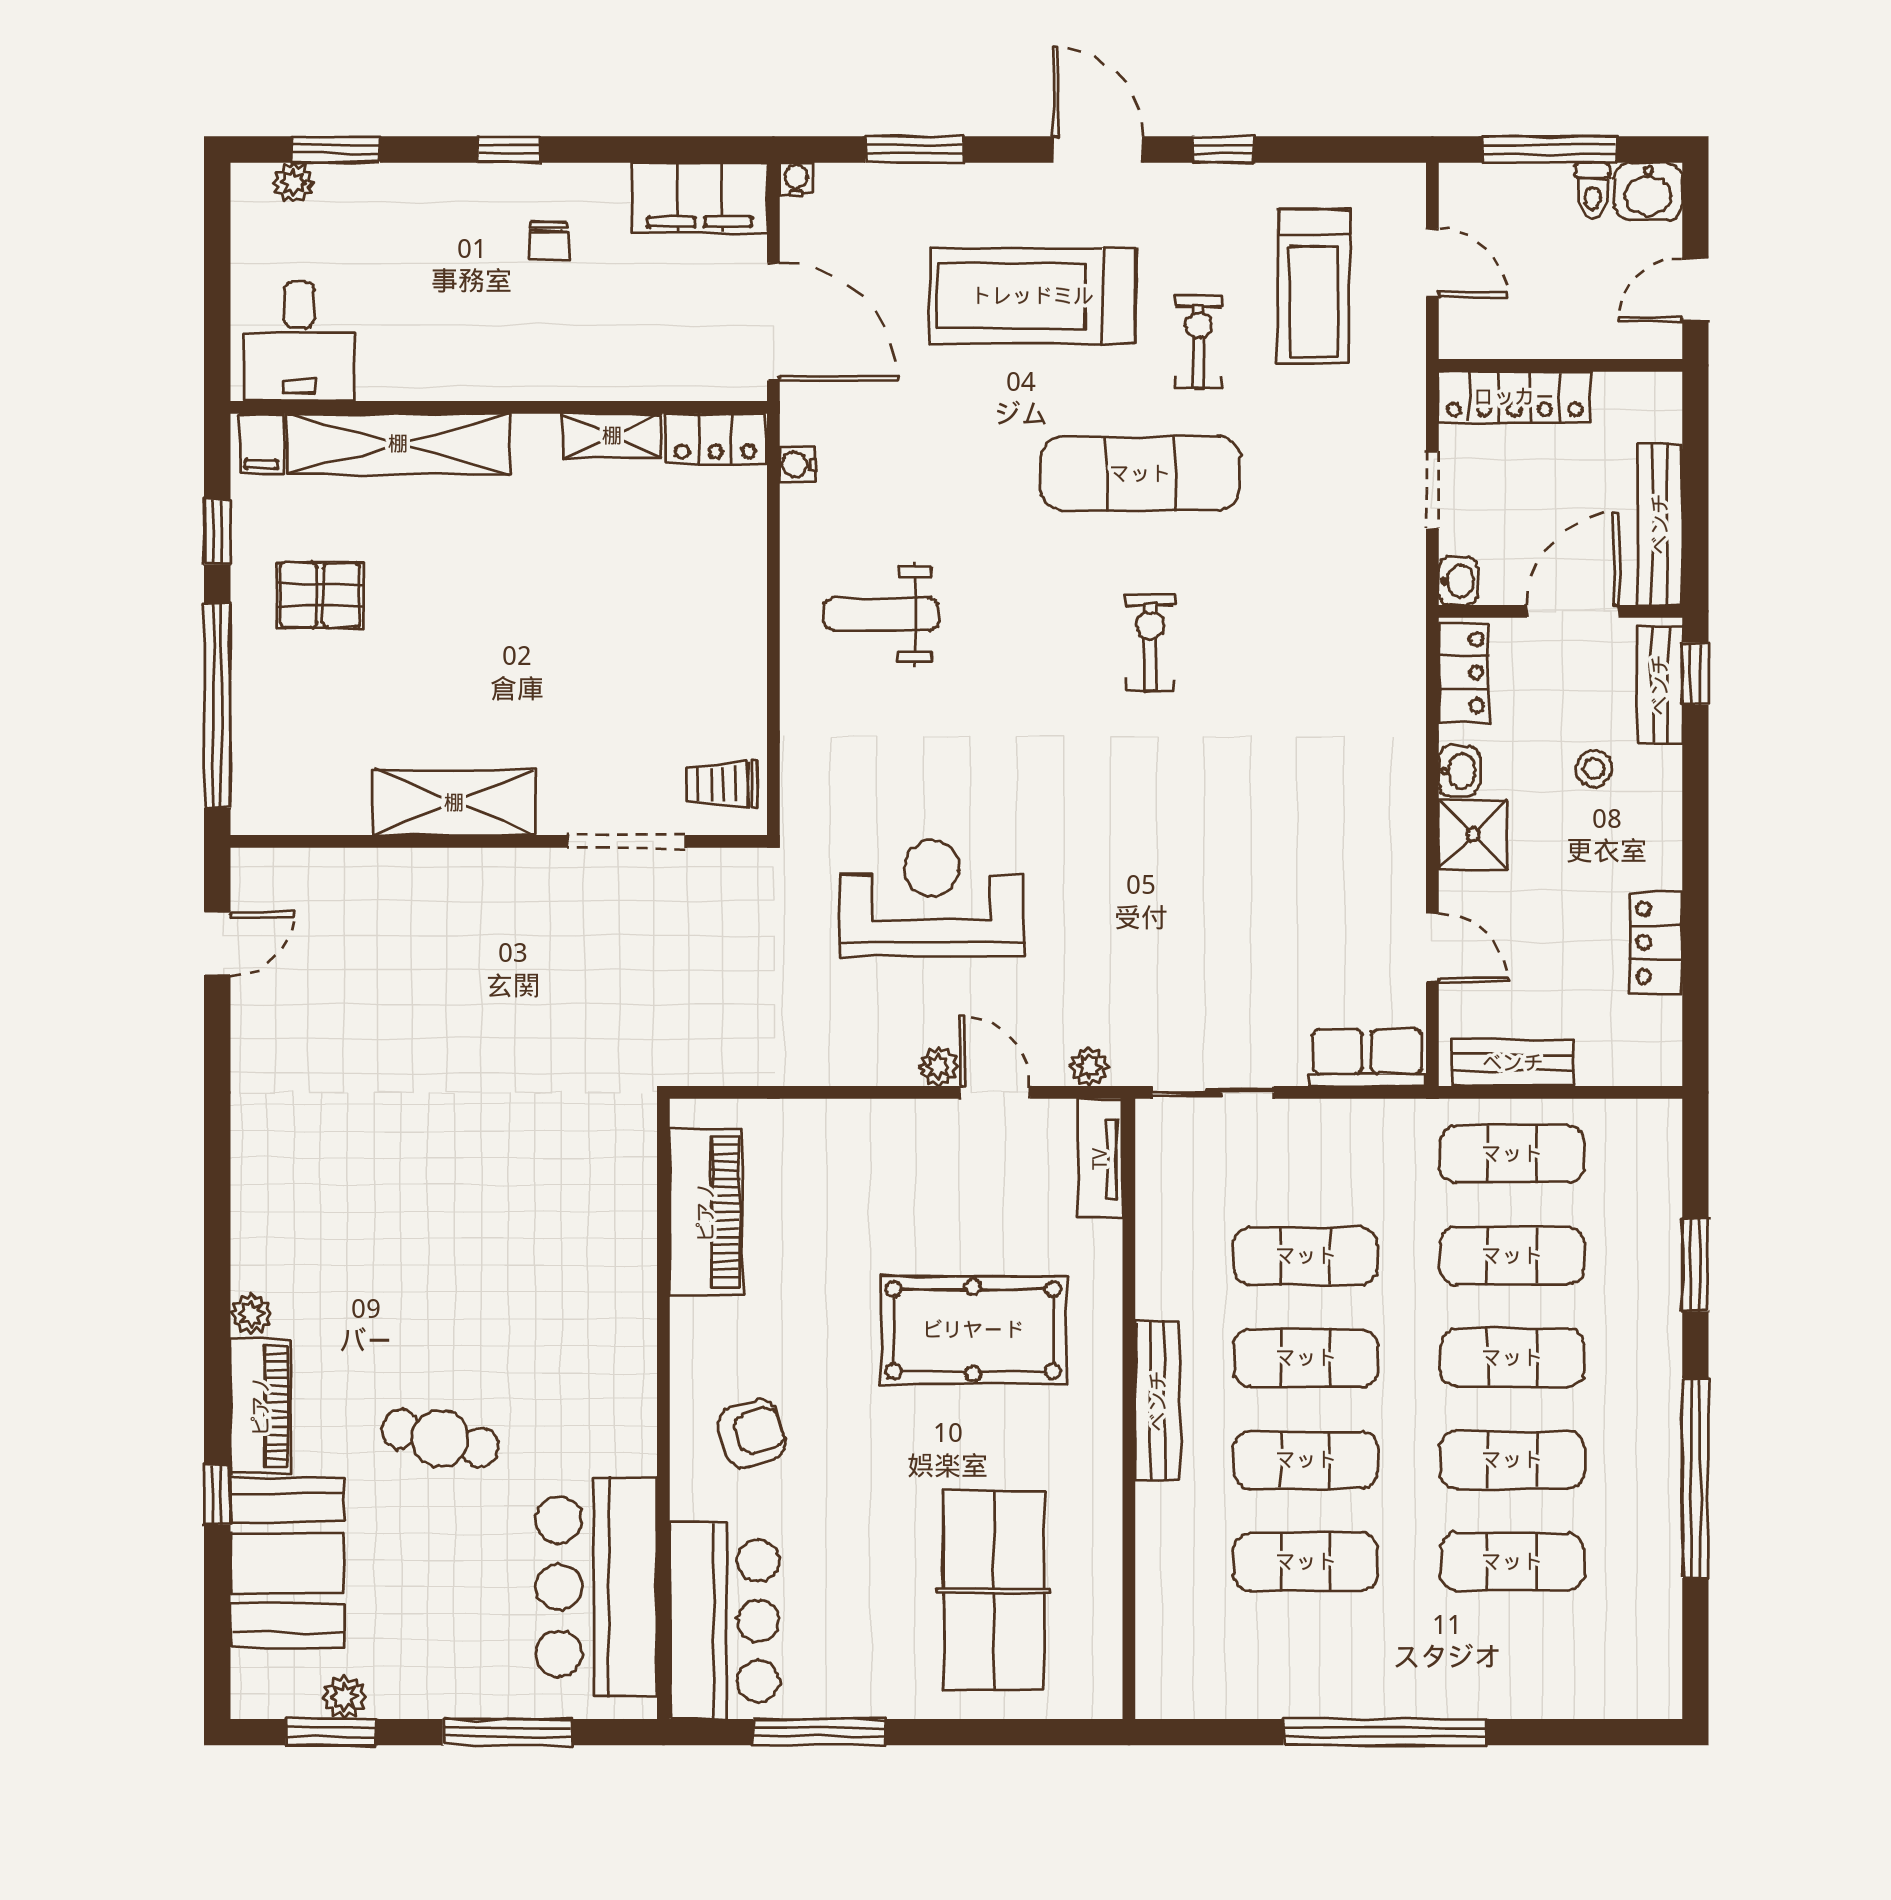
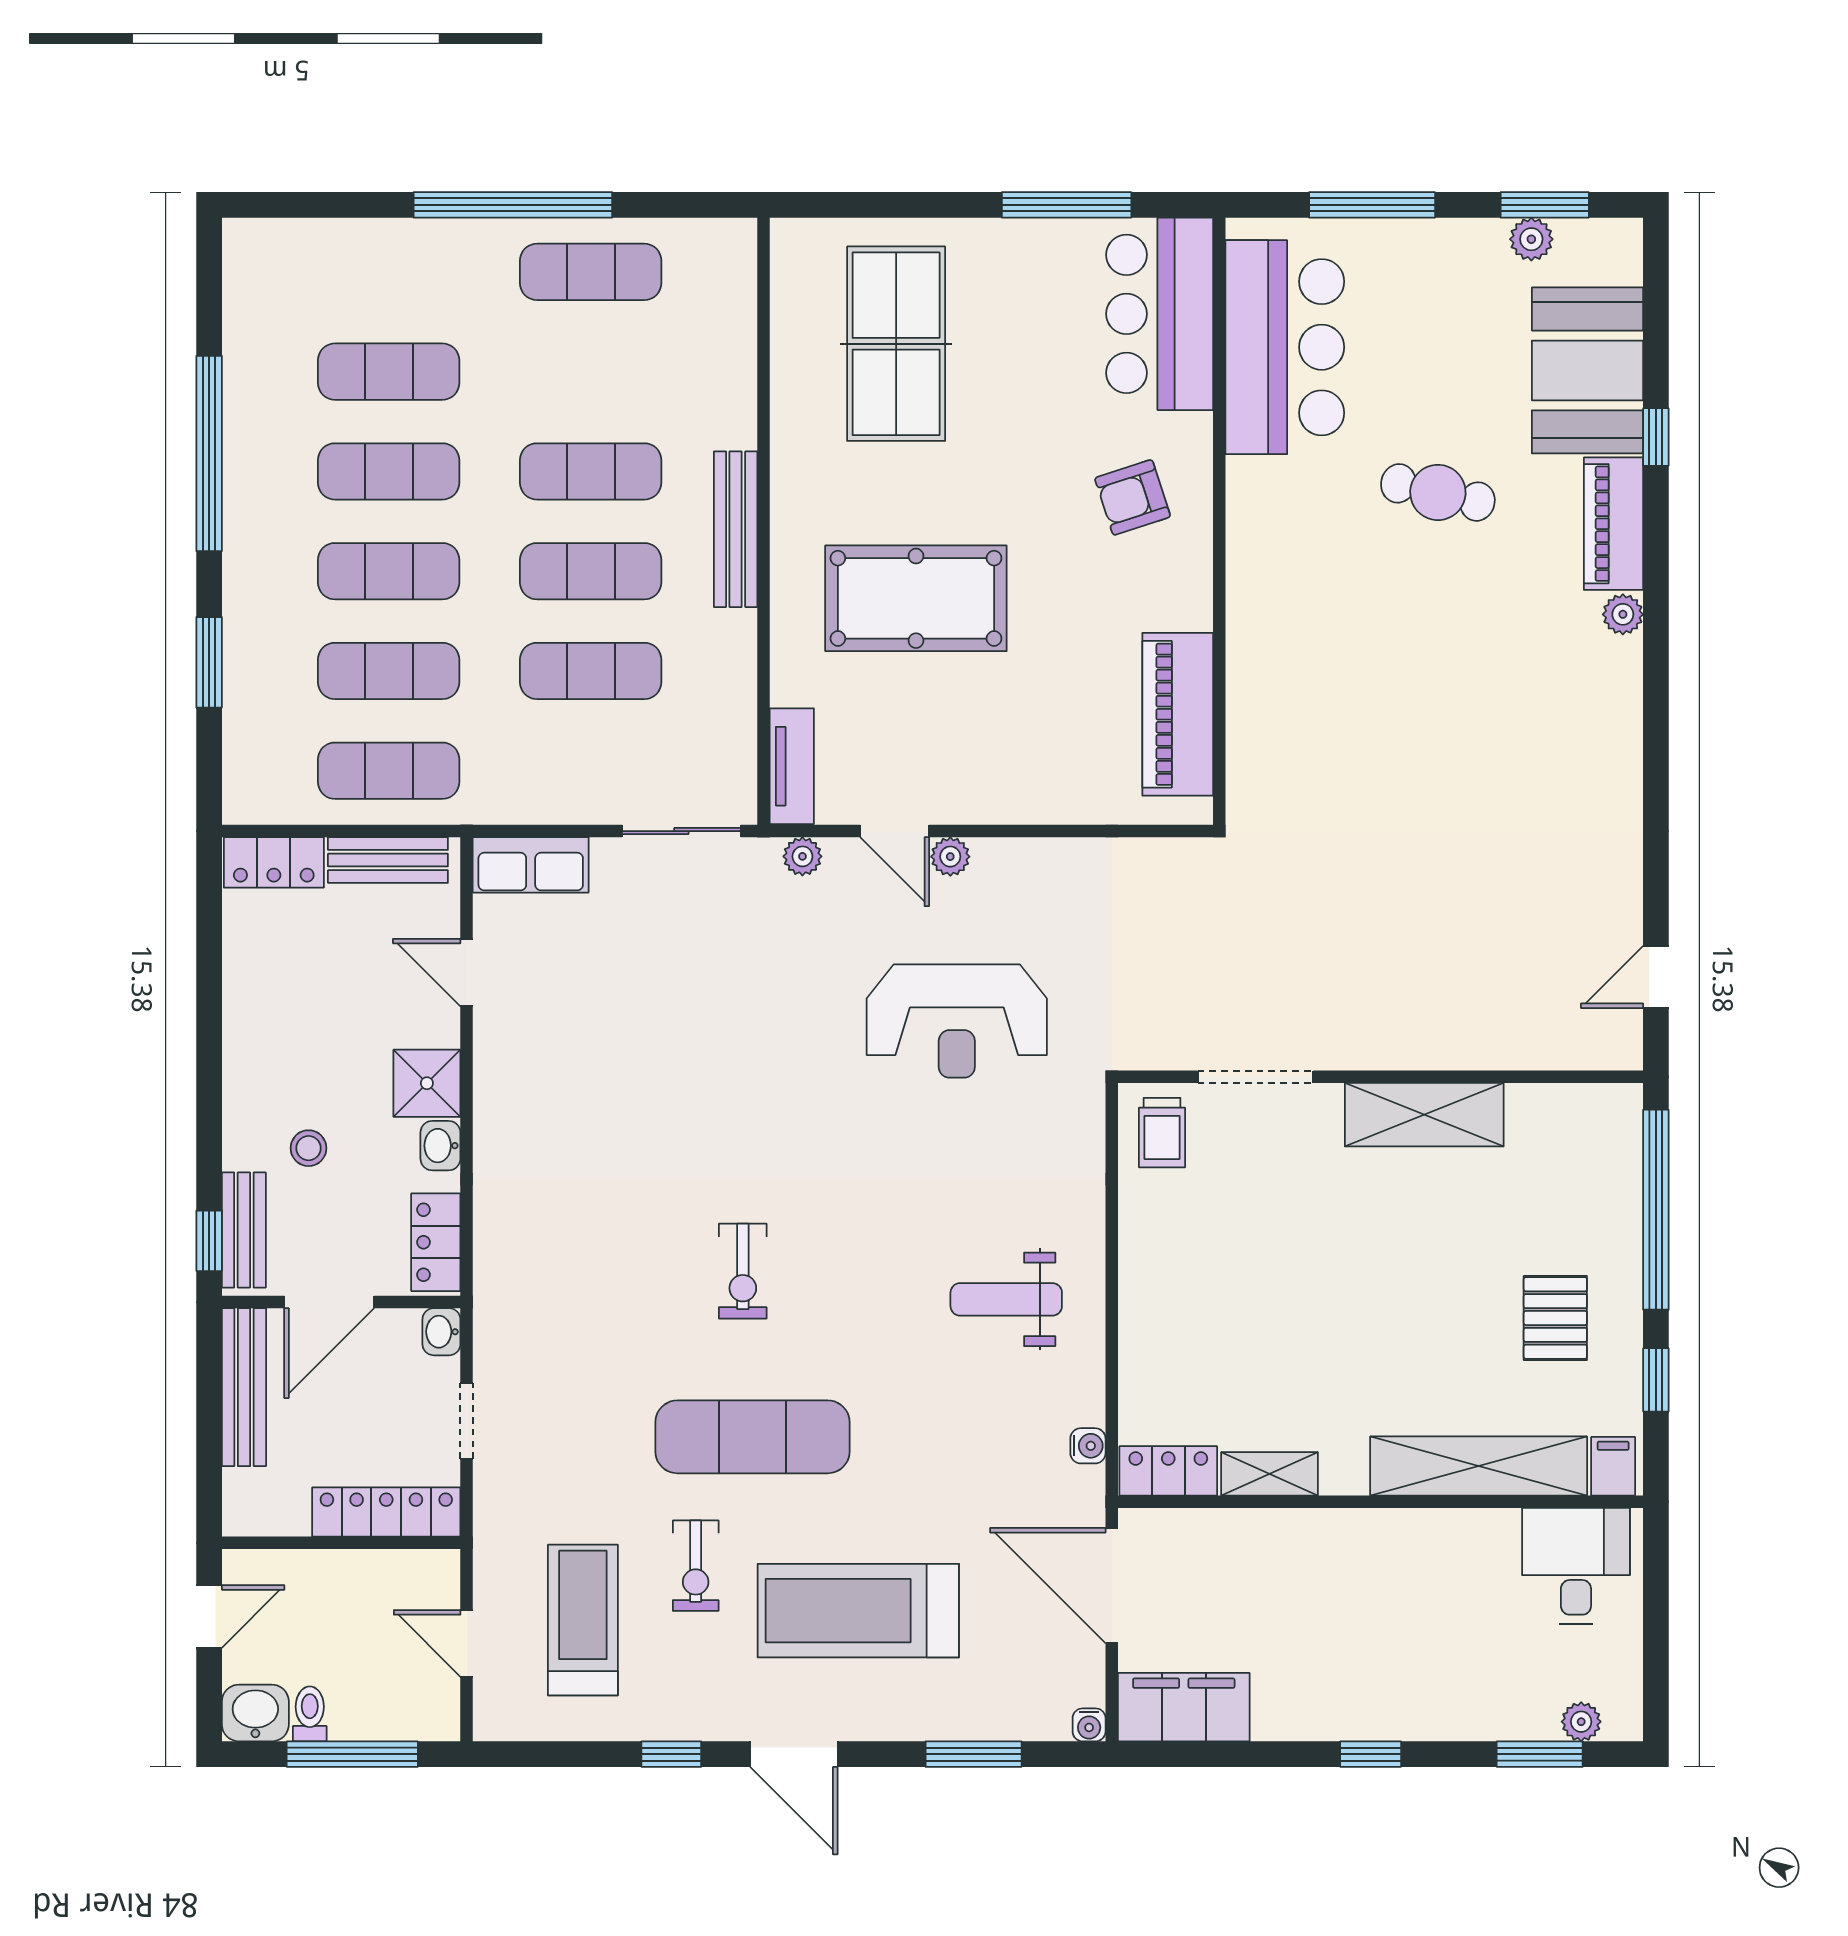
chair: (549, 241) -> (1331, 1664), removed
treadmill: (1032, 296) -> (858, 1611), turned 180
pallet: (320, 595) -> (1555, 1318), turned 90
weight bench: (881, 614) -> (1006, 1299), turned 180
trolley: (722, 784) -> (1162, 1133), turned 90
locker: (1657, 942) -> (274, 862), moved, turned 90
exercise mat: (1306, 1562) -> (591, 272), moved

